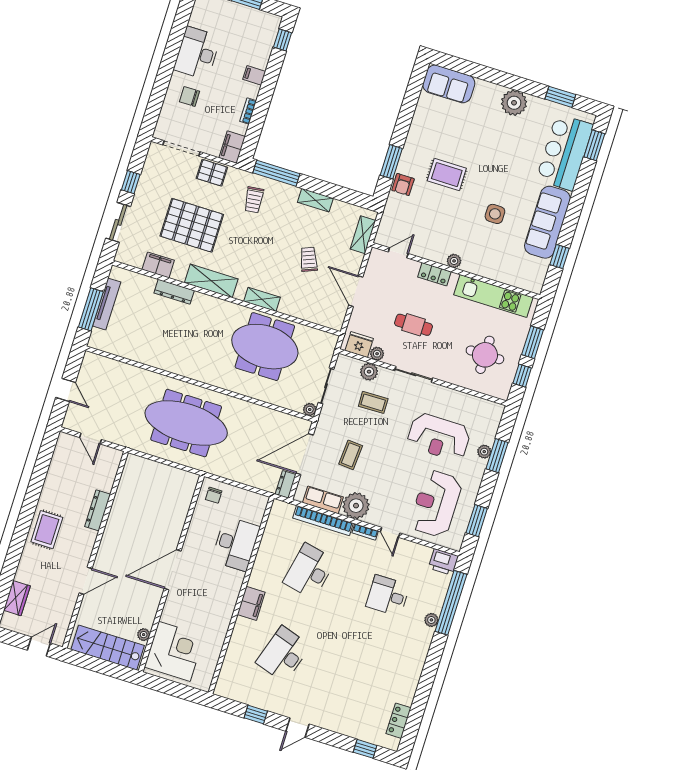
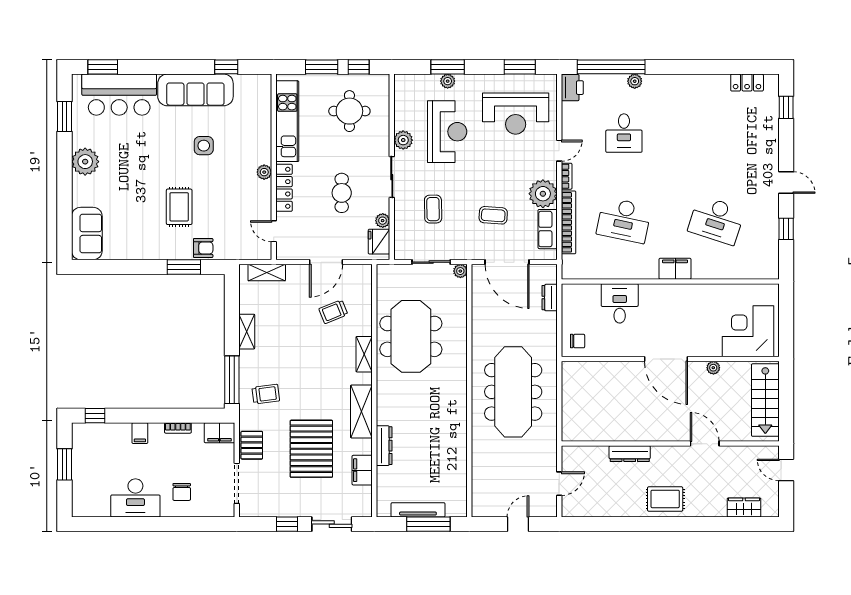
trolley: (309, 259) -> (333, 312), moved
locker: (434, 274) -> (284, 188), width x1.53
plant: (369, 372) -> (403, 140), moved
dresser: (286, 484) -> (550, 298), moved, turned 90
desk: (236, 544) -> (620, 303), width x0.73
plant: (144, 635) -> (713, 368), moved

